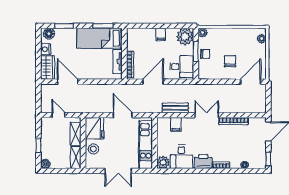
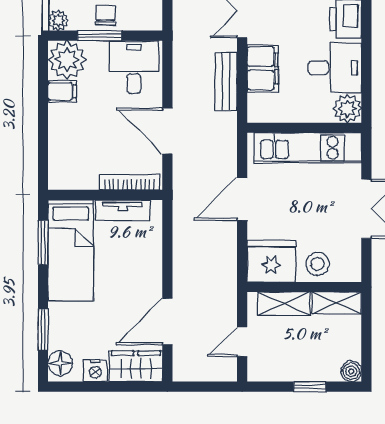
filing cabinet: (161, 34) -> (62, 91), moved
filing cabinet: (176, 124) -> (263, 68), width x2.00

